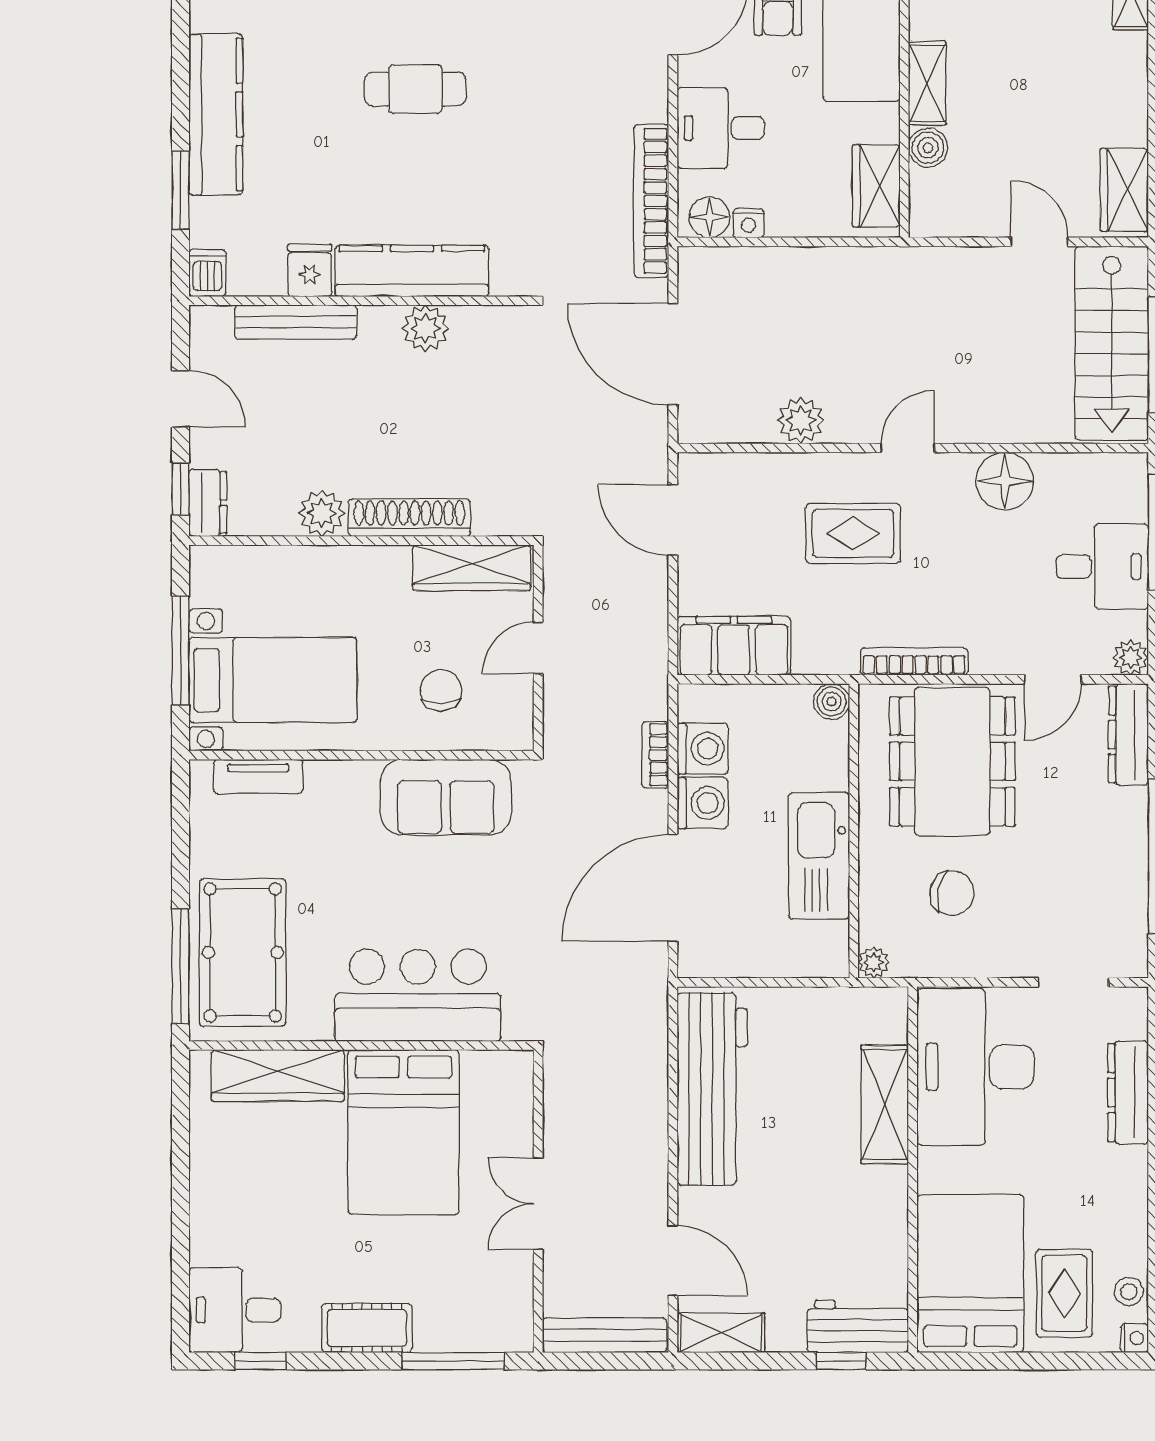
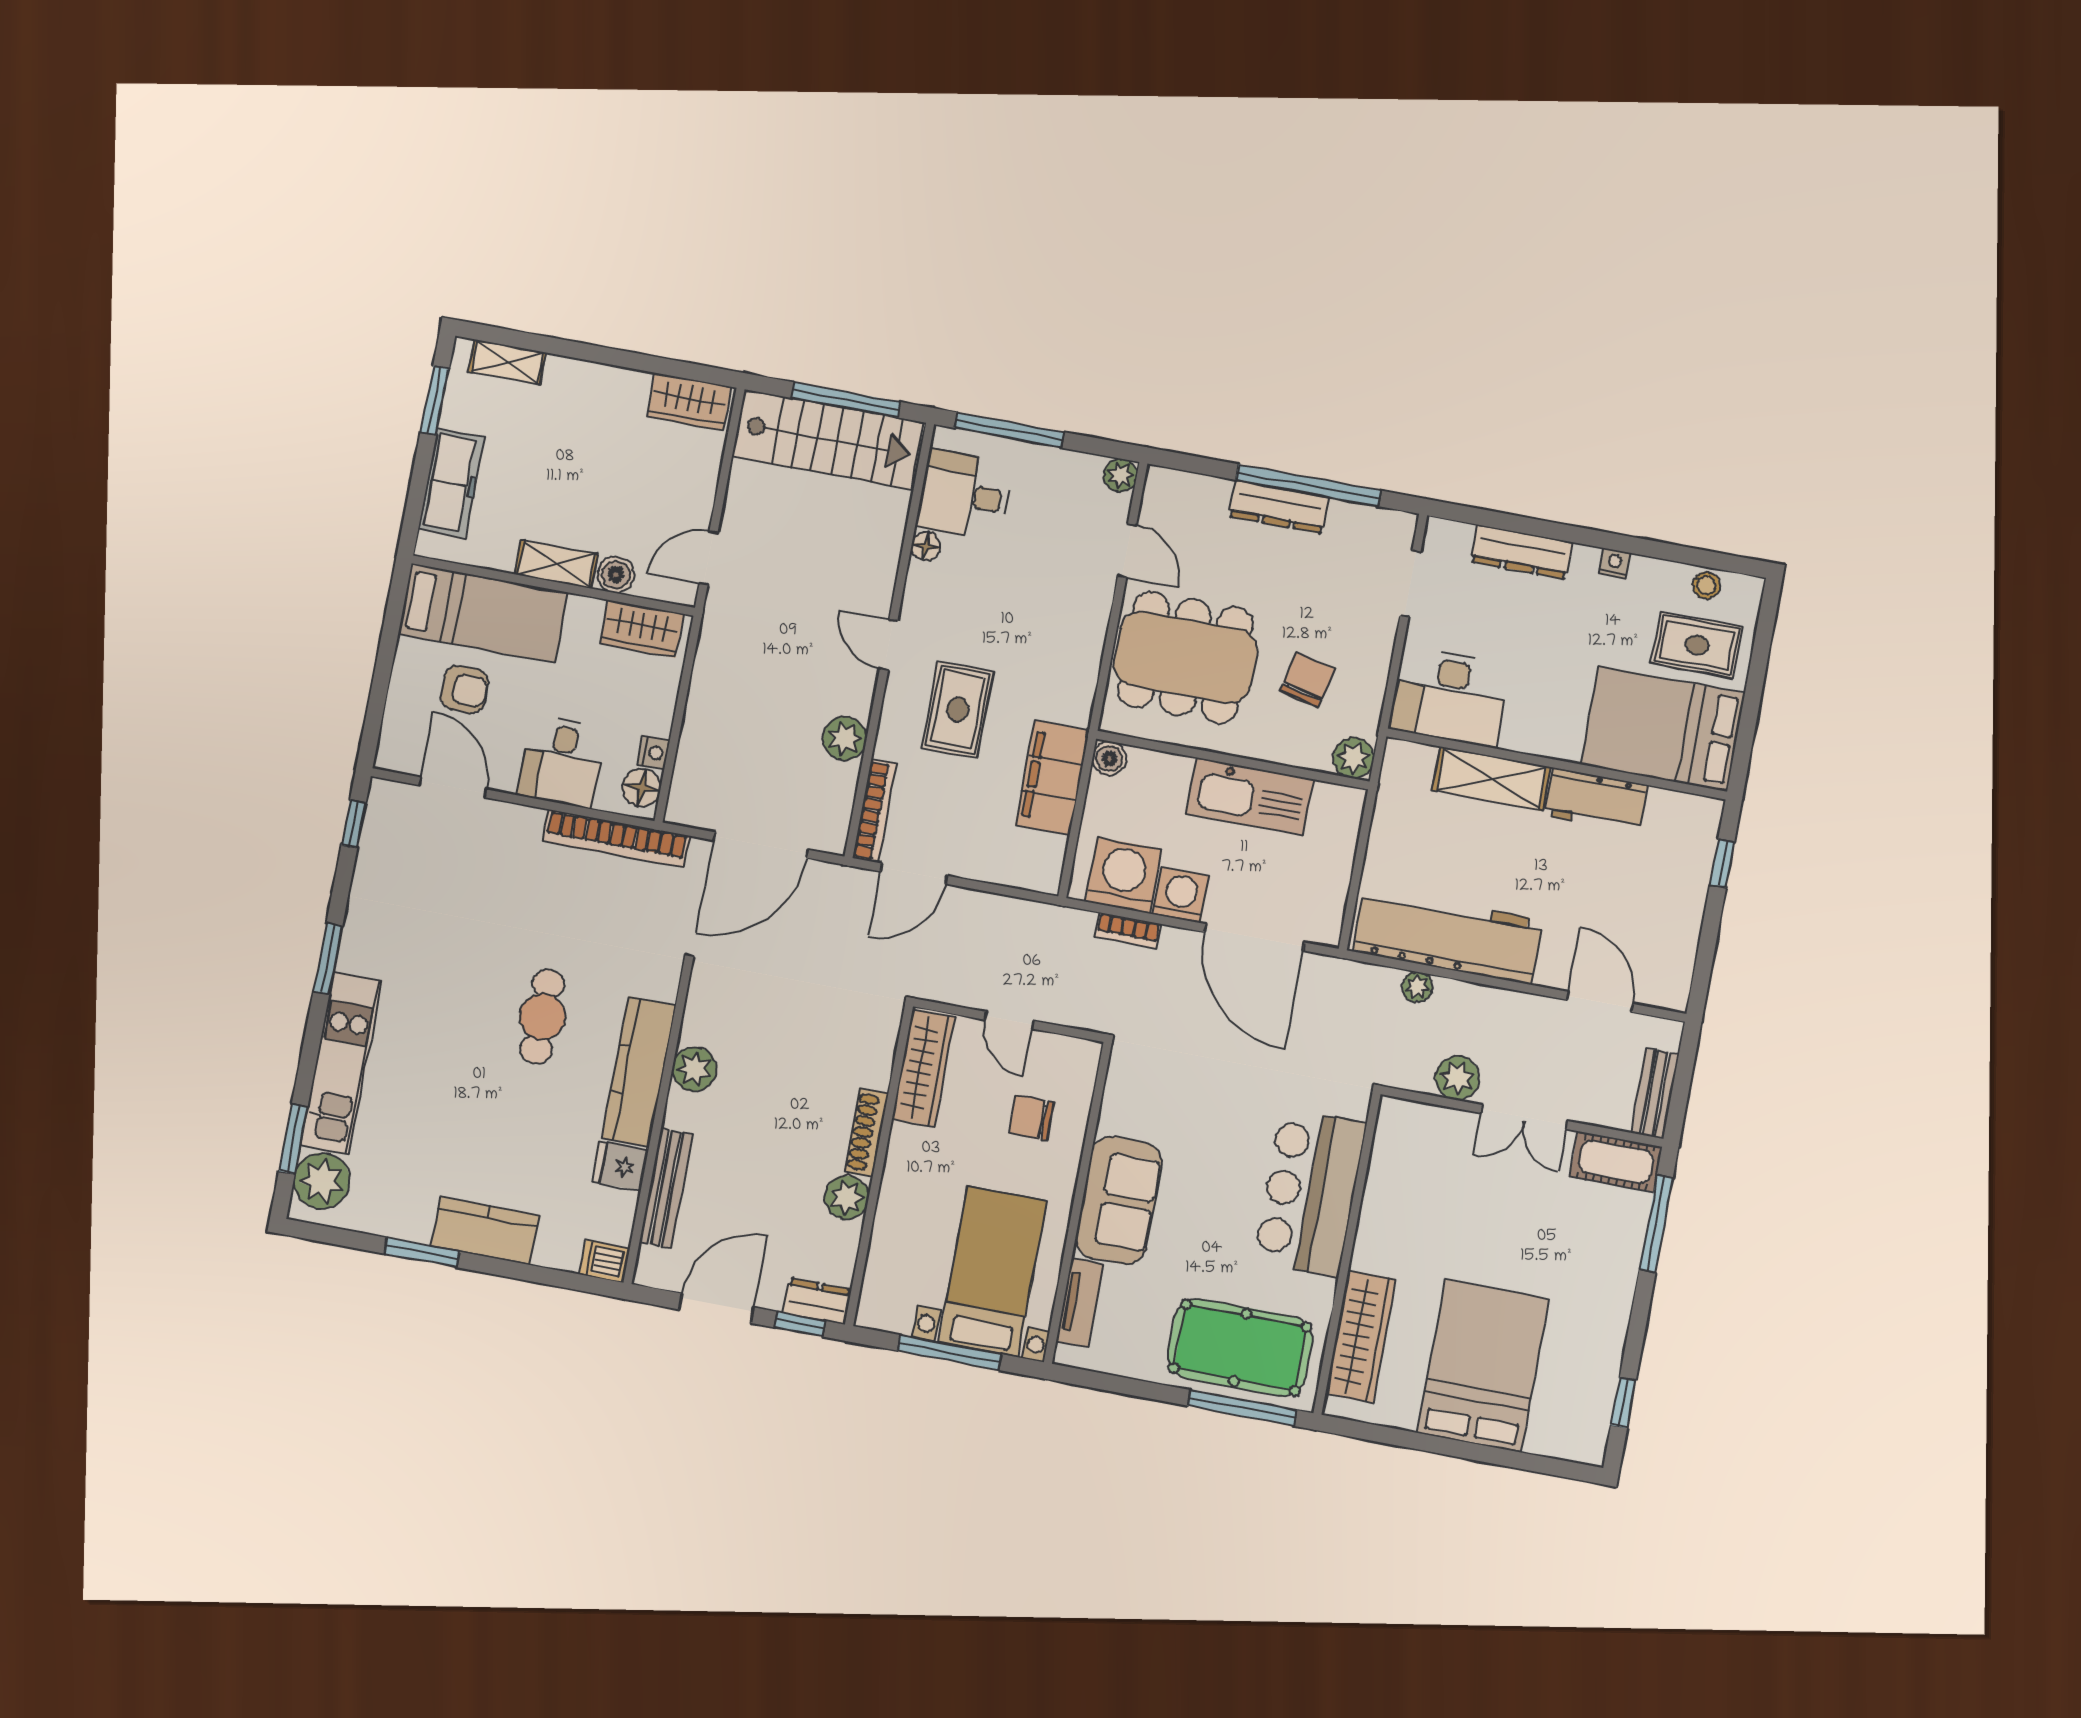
cafe table: (415, 89) -> (542, 1017), moved
kitchen counter: (216, 115) -> (485, 1231), width x0.67
window: (181, 190) -> (422, 1253), moved
door: (1039, 242) -> (709, 558), moved
door: (181, 399) -> (716, 1308), width x1.38
floor lamp: (1005, 481) -> (926, 546), width x0.53, depth x0.53
shoe rack: (409, 518) -> (867, 1133), width x0.74, depth x0.81
desk: (1102, 567) -> (965, 495), moved, turned -90
filing cabinet: (734, 646) -> (1052, 778), moved
bookcase: (914, 661) -> (874, 811), moved, turned 180
dresser: (1128, 735) -> (1279, 507), moved
washing machine: (702, 749) -> (1124, 875), width x1.37, depth x1.37
sofa: (446, 797) -> (1118, 1200), moved
plant: (874, 962) -> (1353, 758), width x1.38, depth x1.38
plant: (653, 1067) -> (1417, 987), added
desk: (976, 1067) -> (1450, 697), width x0.73, depth x0.77
plant: (566, 1127) -> (1457, 1078), added
bed: (403, 1132) -> (1483, 1366), moved, turned -90
door: (673, 1260) -> (1600, 1002), hinge flipped
desk: (235, 1310) -> (1572, 1418), removed
workbench: (858, 1326) -> (1596, 801), moved, turned -90
cot: (367, 1328) -> (1616, 1162), moved, turned 90
shelving: (721, 1333) -> (1676, 970), removed
bench: (605, 1335) -> (1655, 1094), width x0.73
nightstand: (1134, 1338) -> (1615, 563), moved

